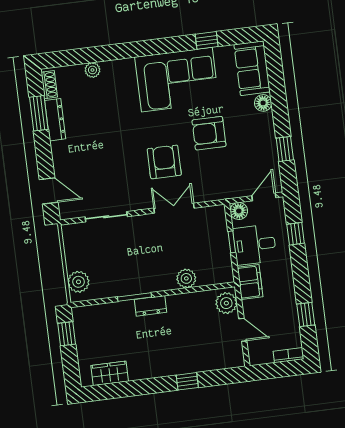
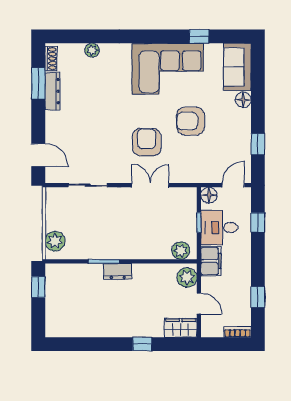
plant: (186, 278) -> (181, 251), moved
wardrobe: (110, 373) -> (181, 328), moved

